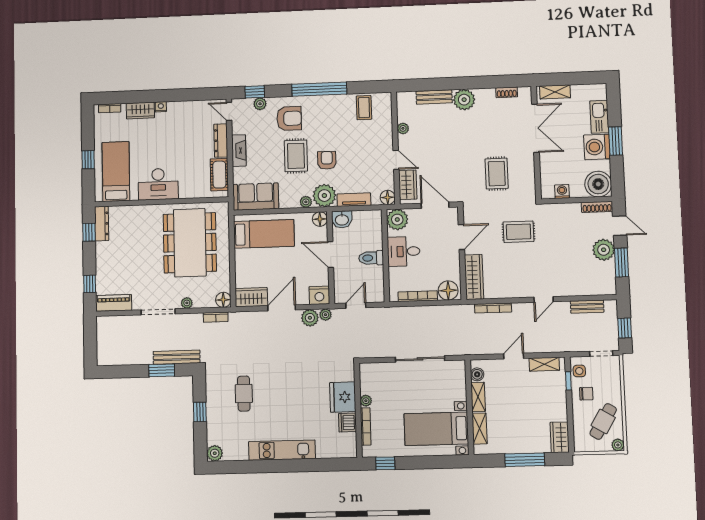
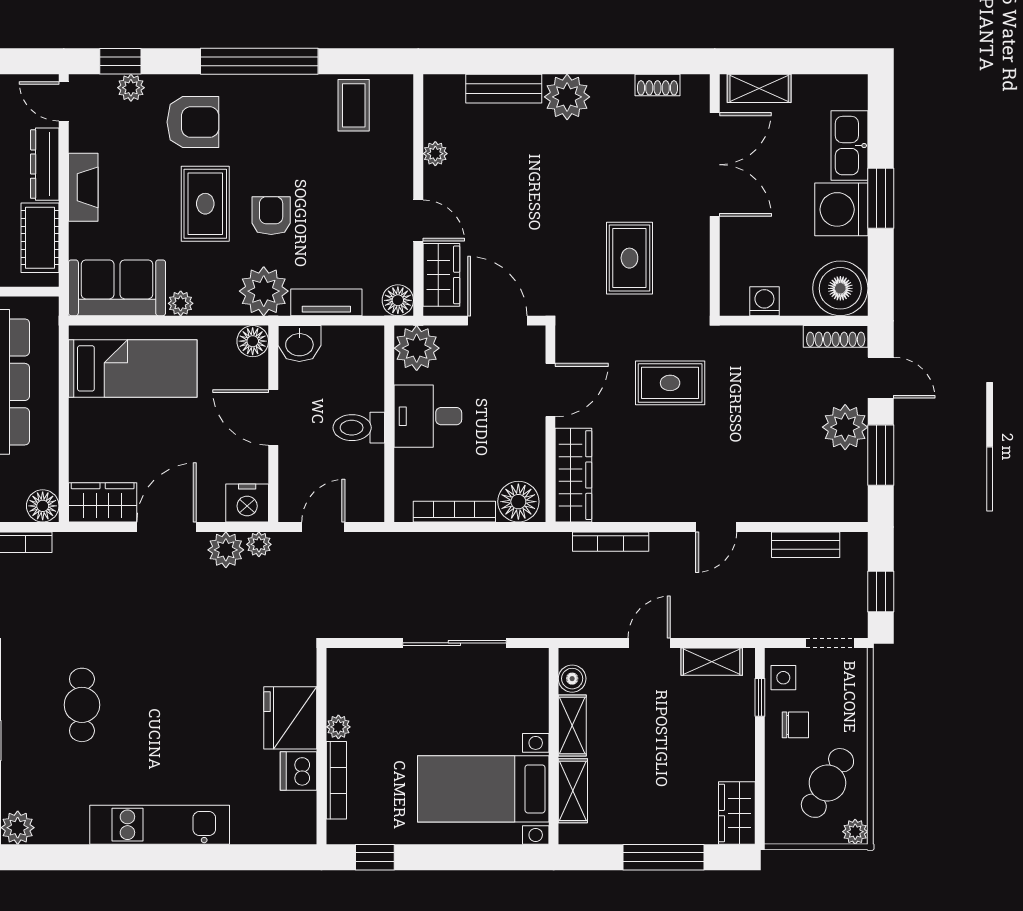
plant: (306, 202) -> (181, 303), moved

